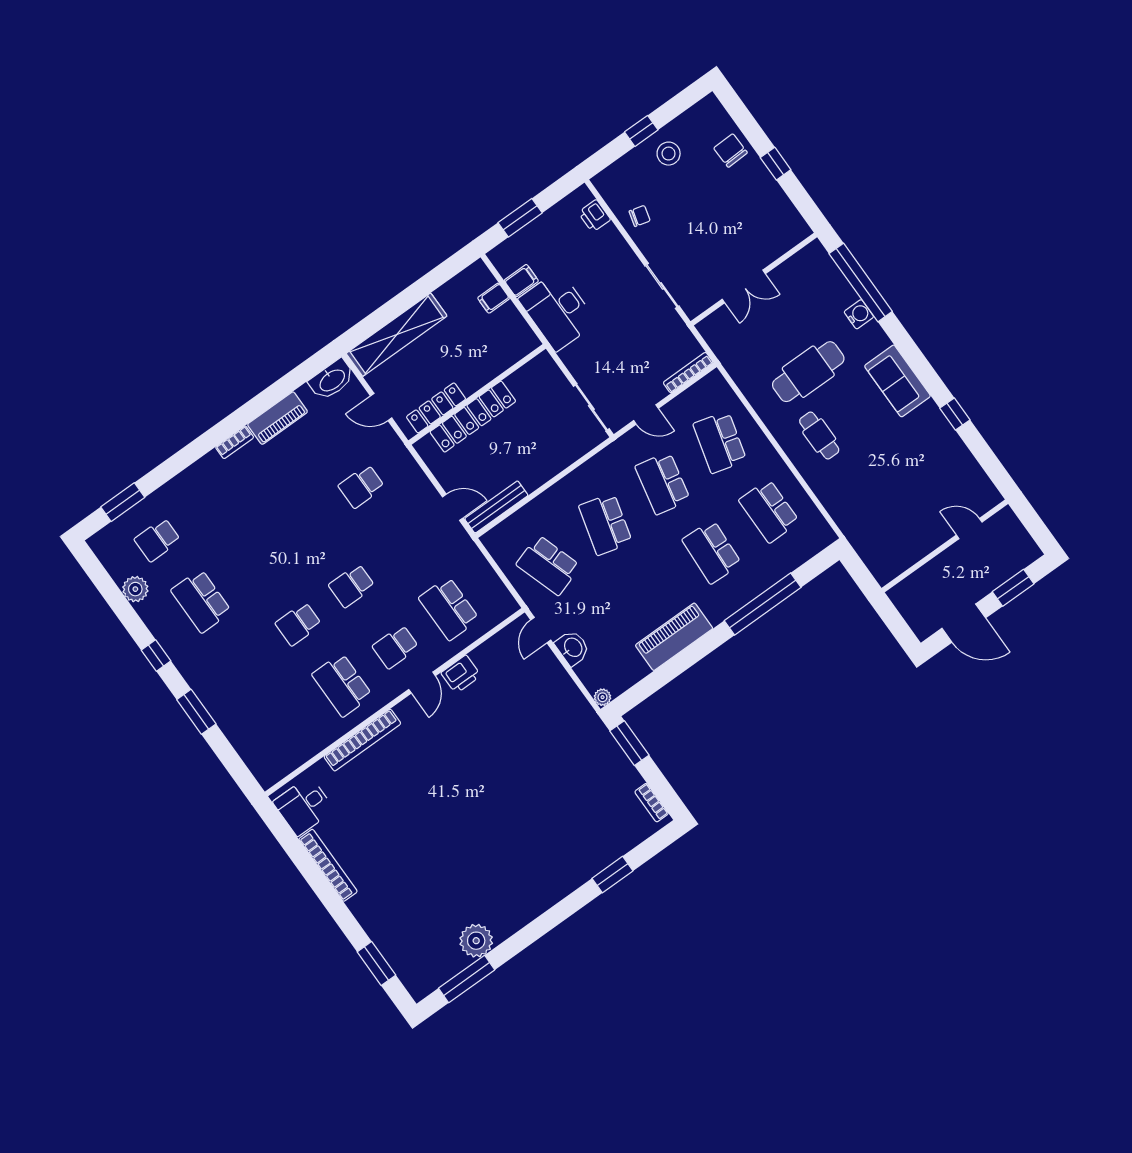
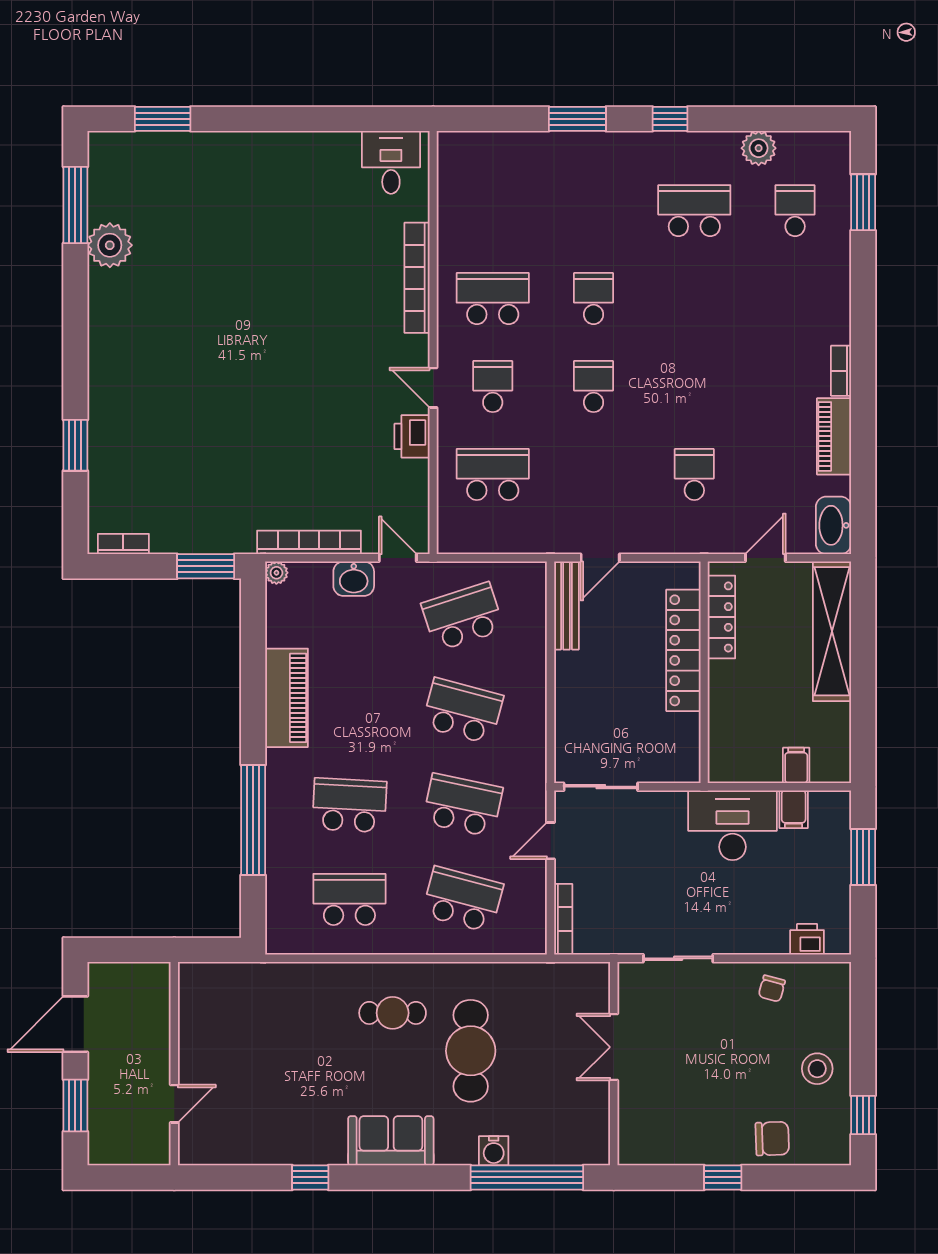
window: (641, 131) -> (863, 1115), moved
bookcase: (328, 865) -> (309, 542), moved, turned 180

